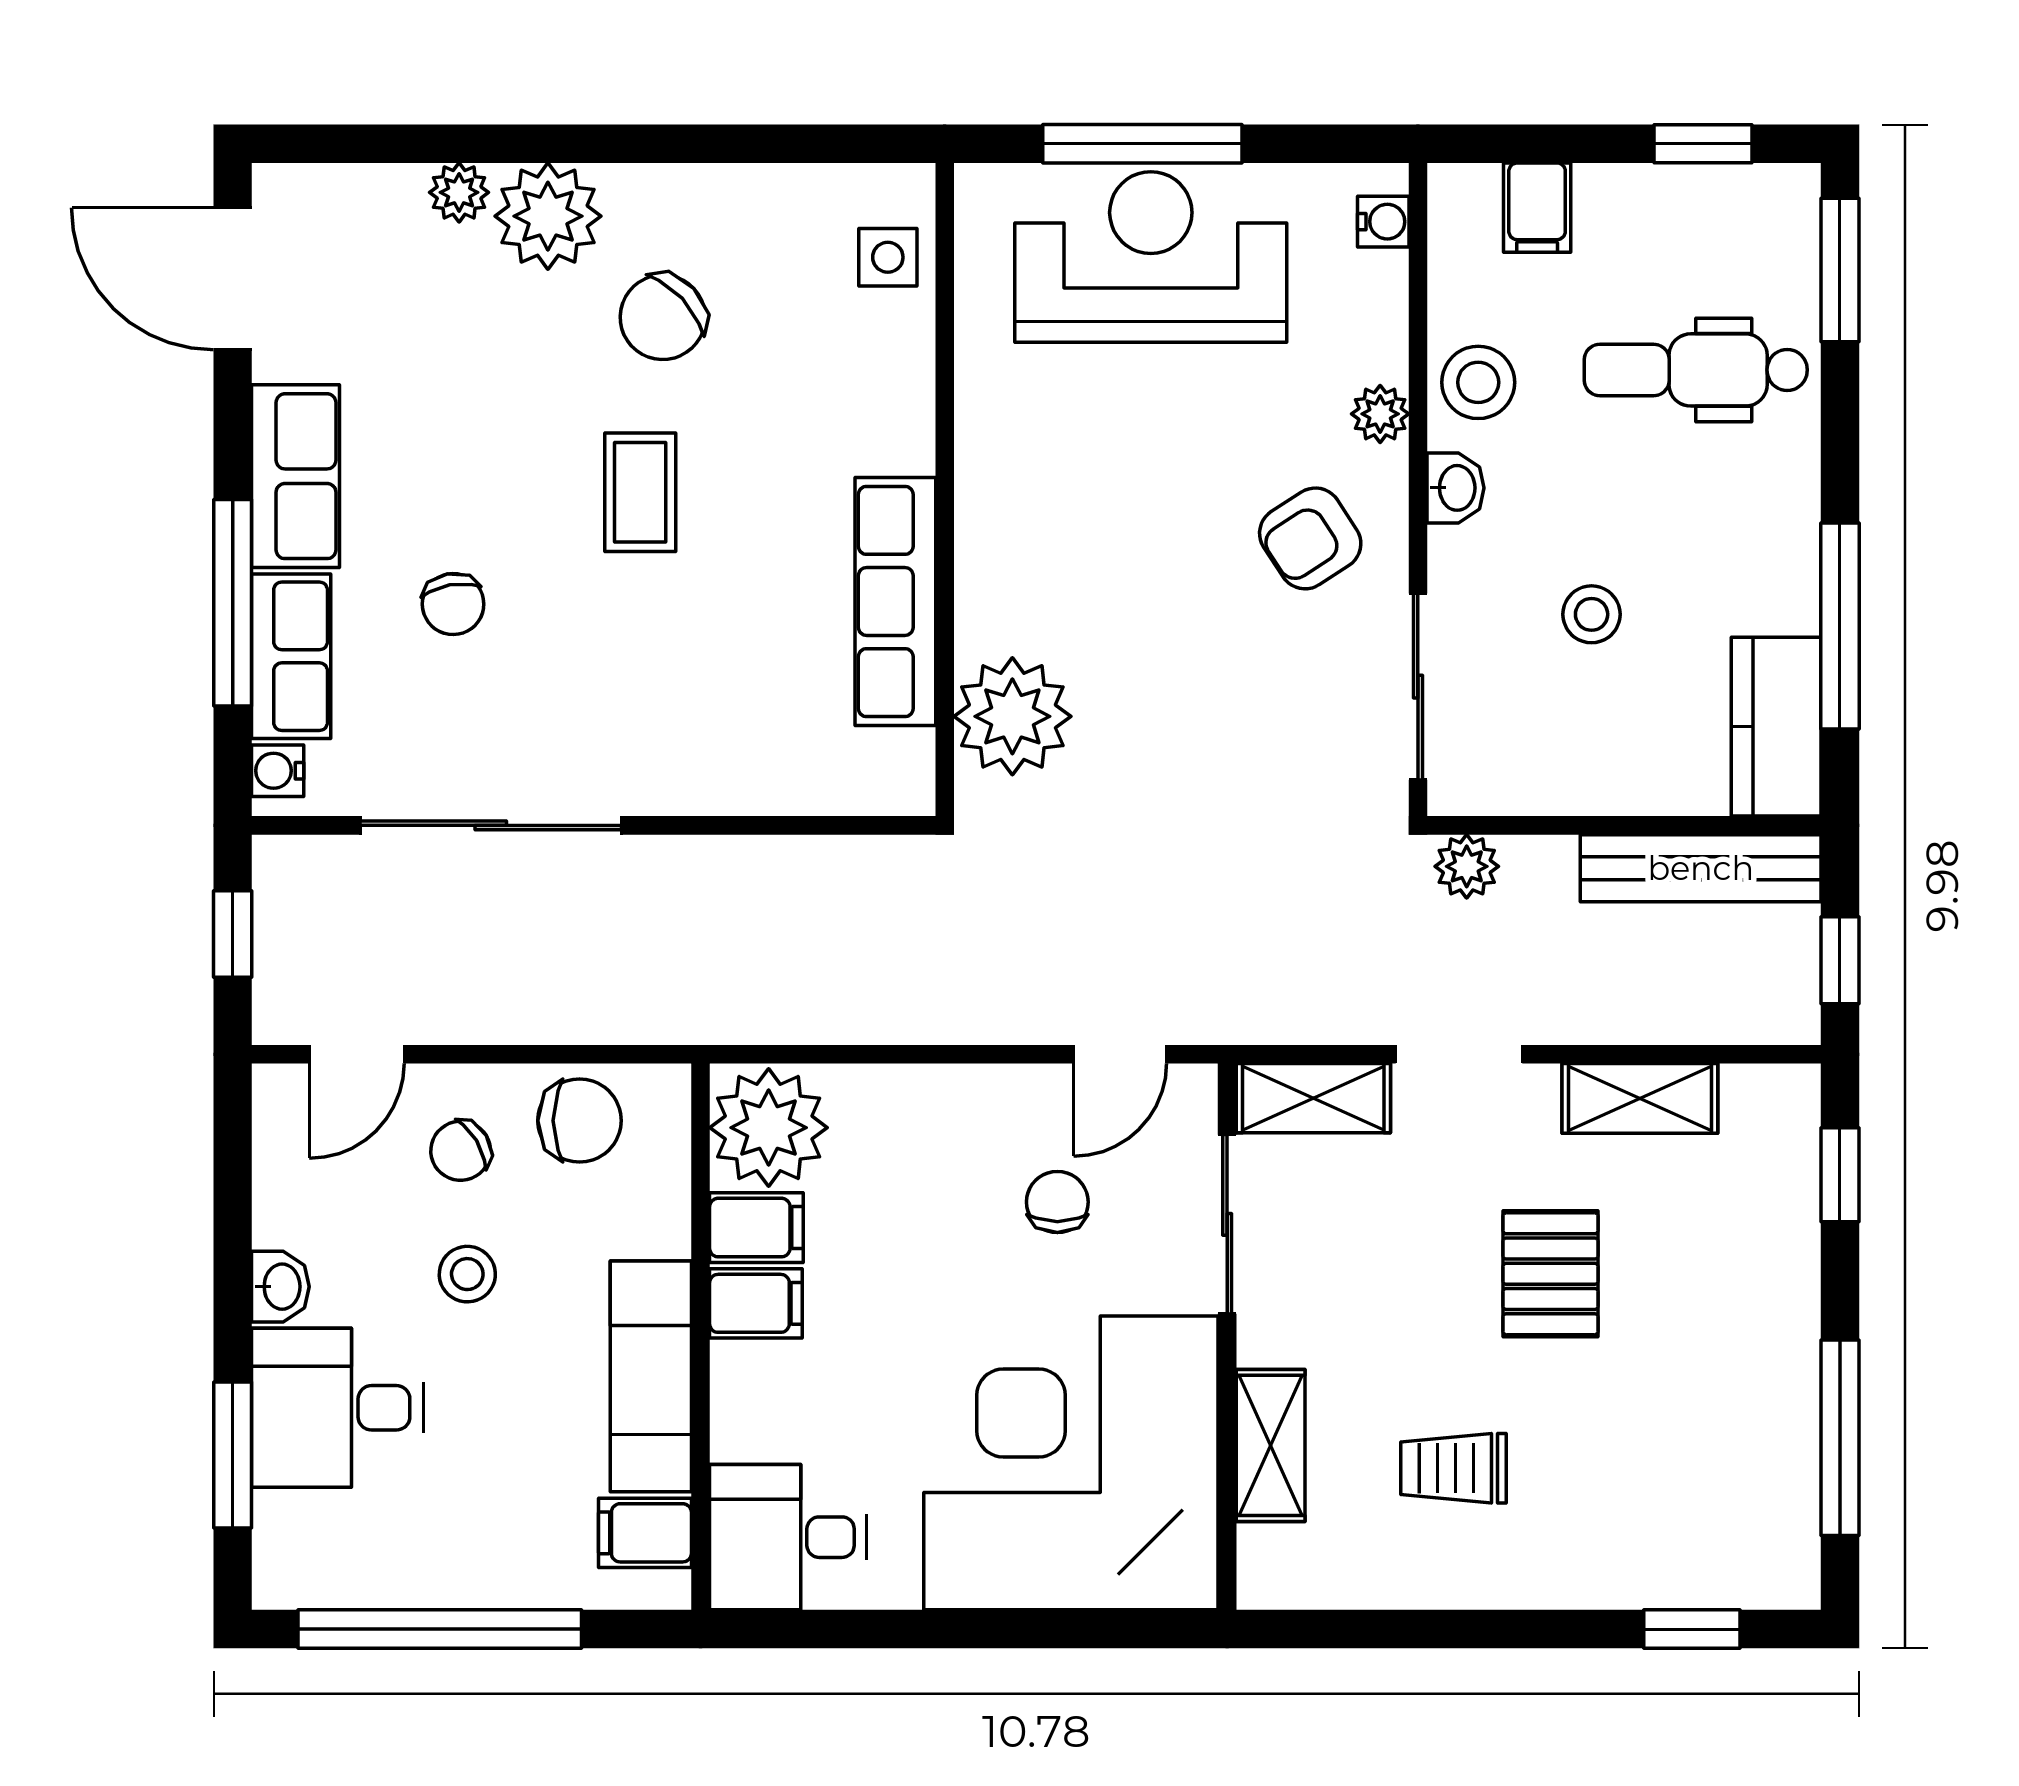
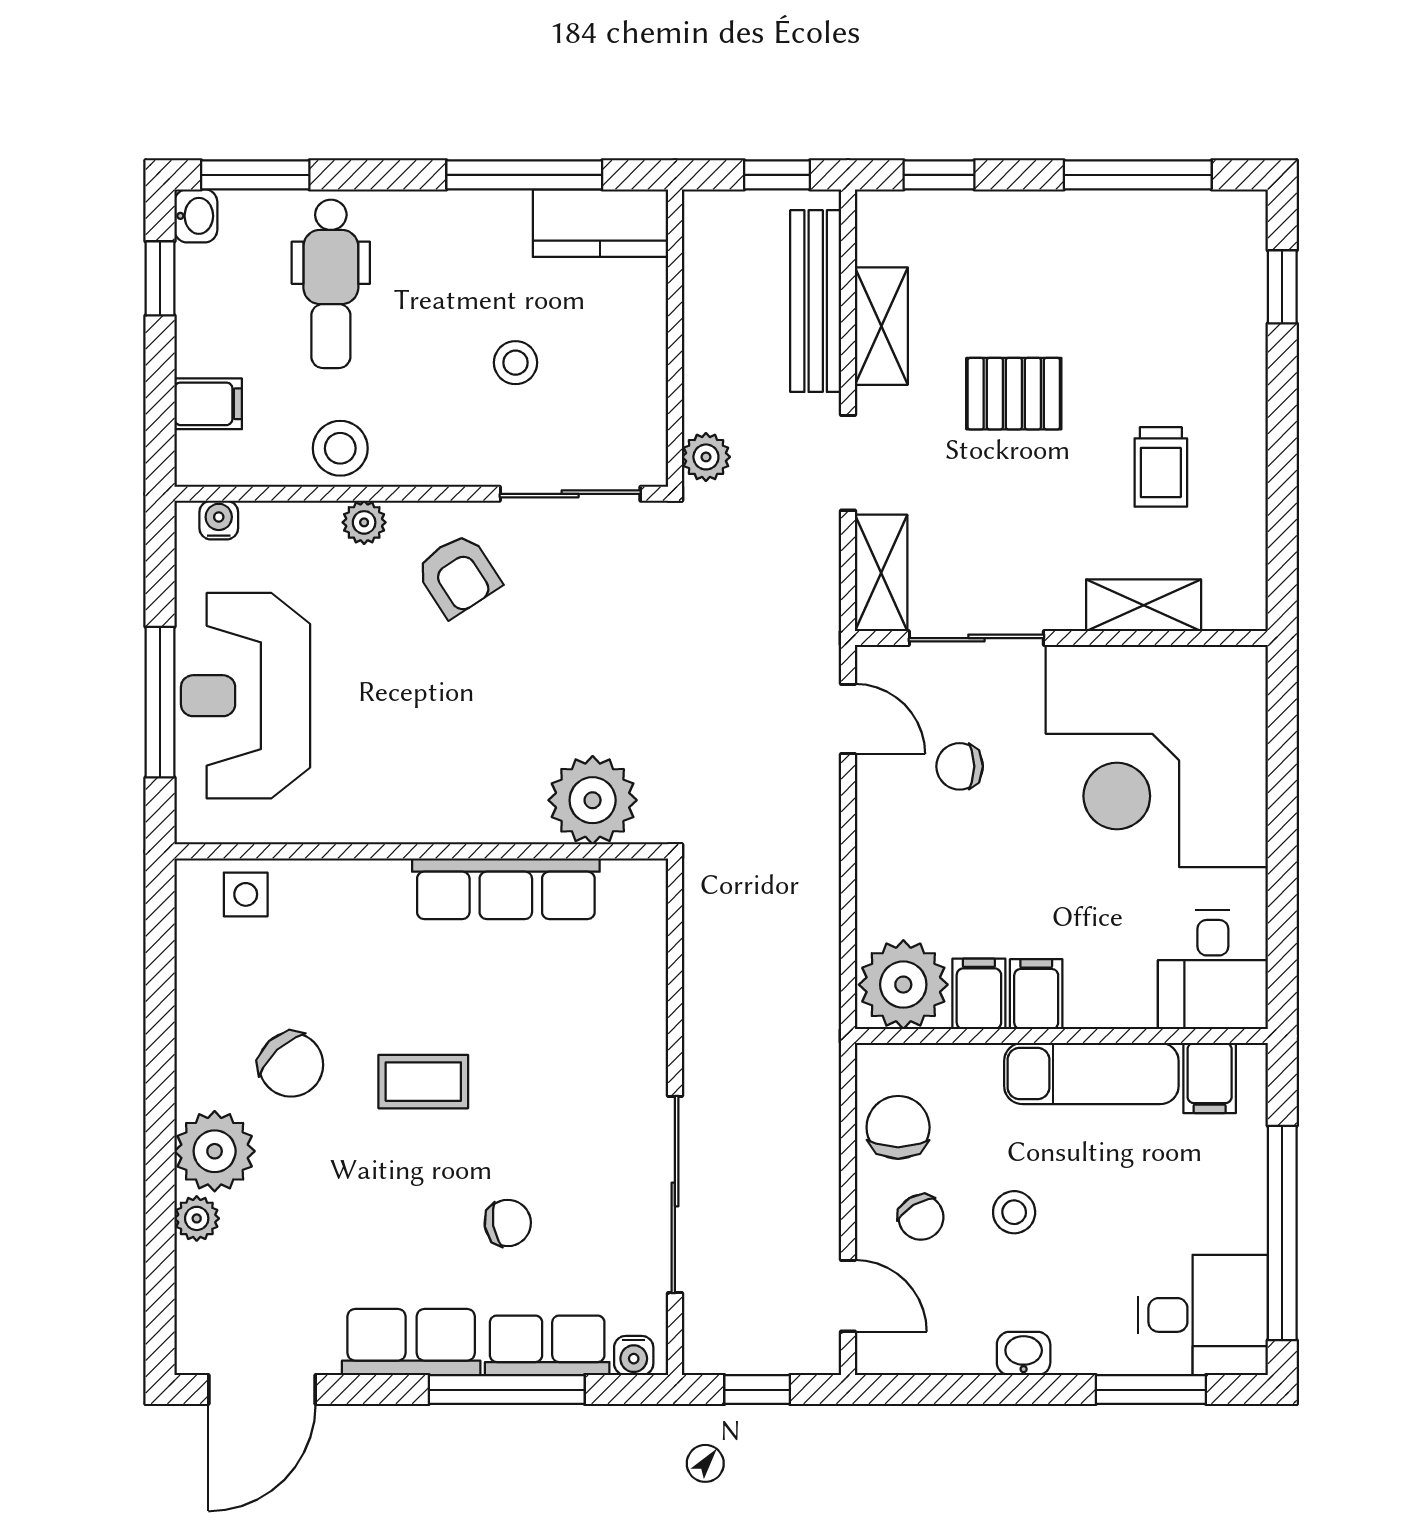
washbasin: (1456, 488) -> (196, 216), moved, turned 90
bench: (1701, 868) -> (816, 301), moved
desk: (338, 1408) -> (1203, 1315), moved, turned -90

